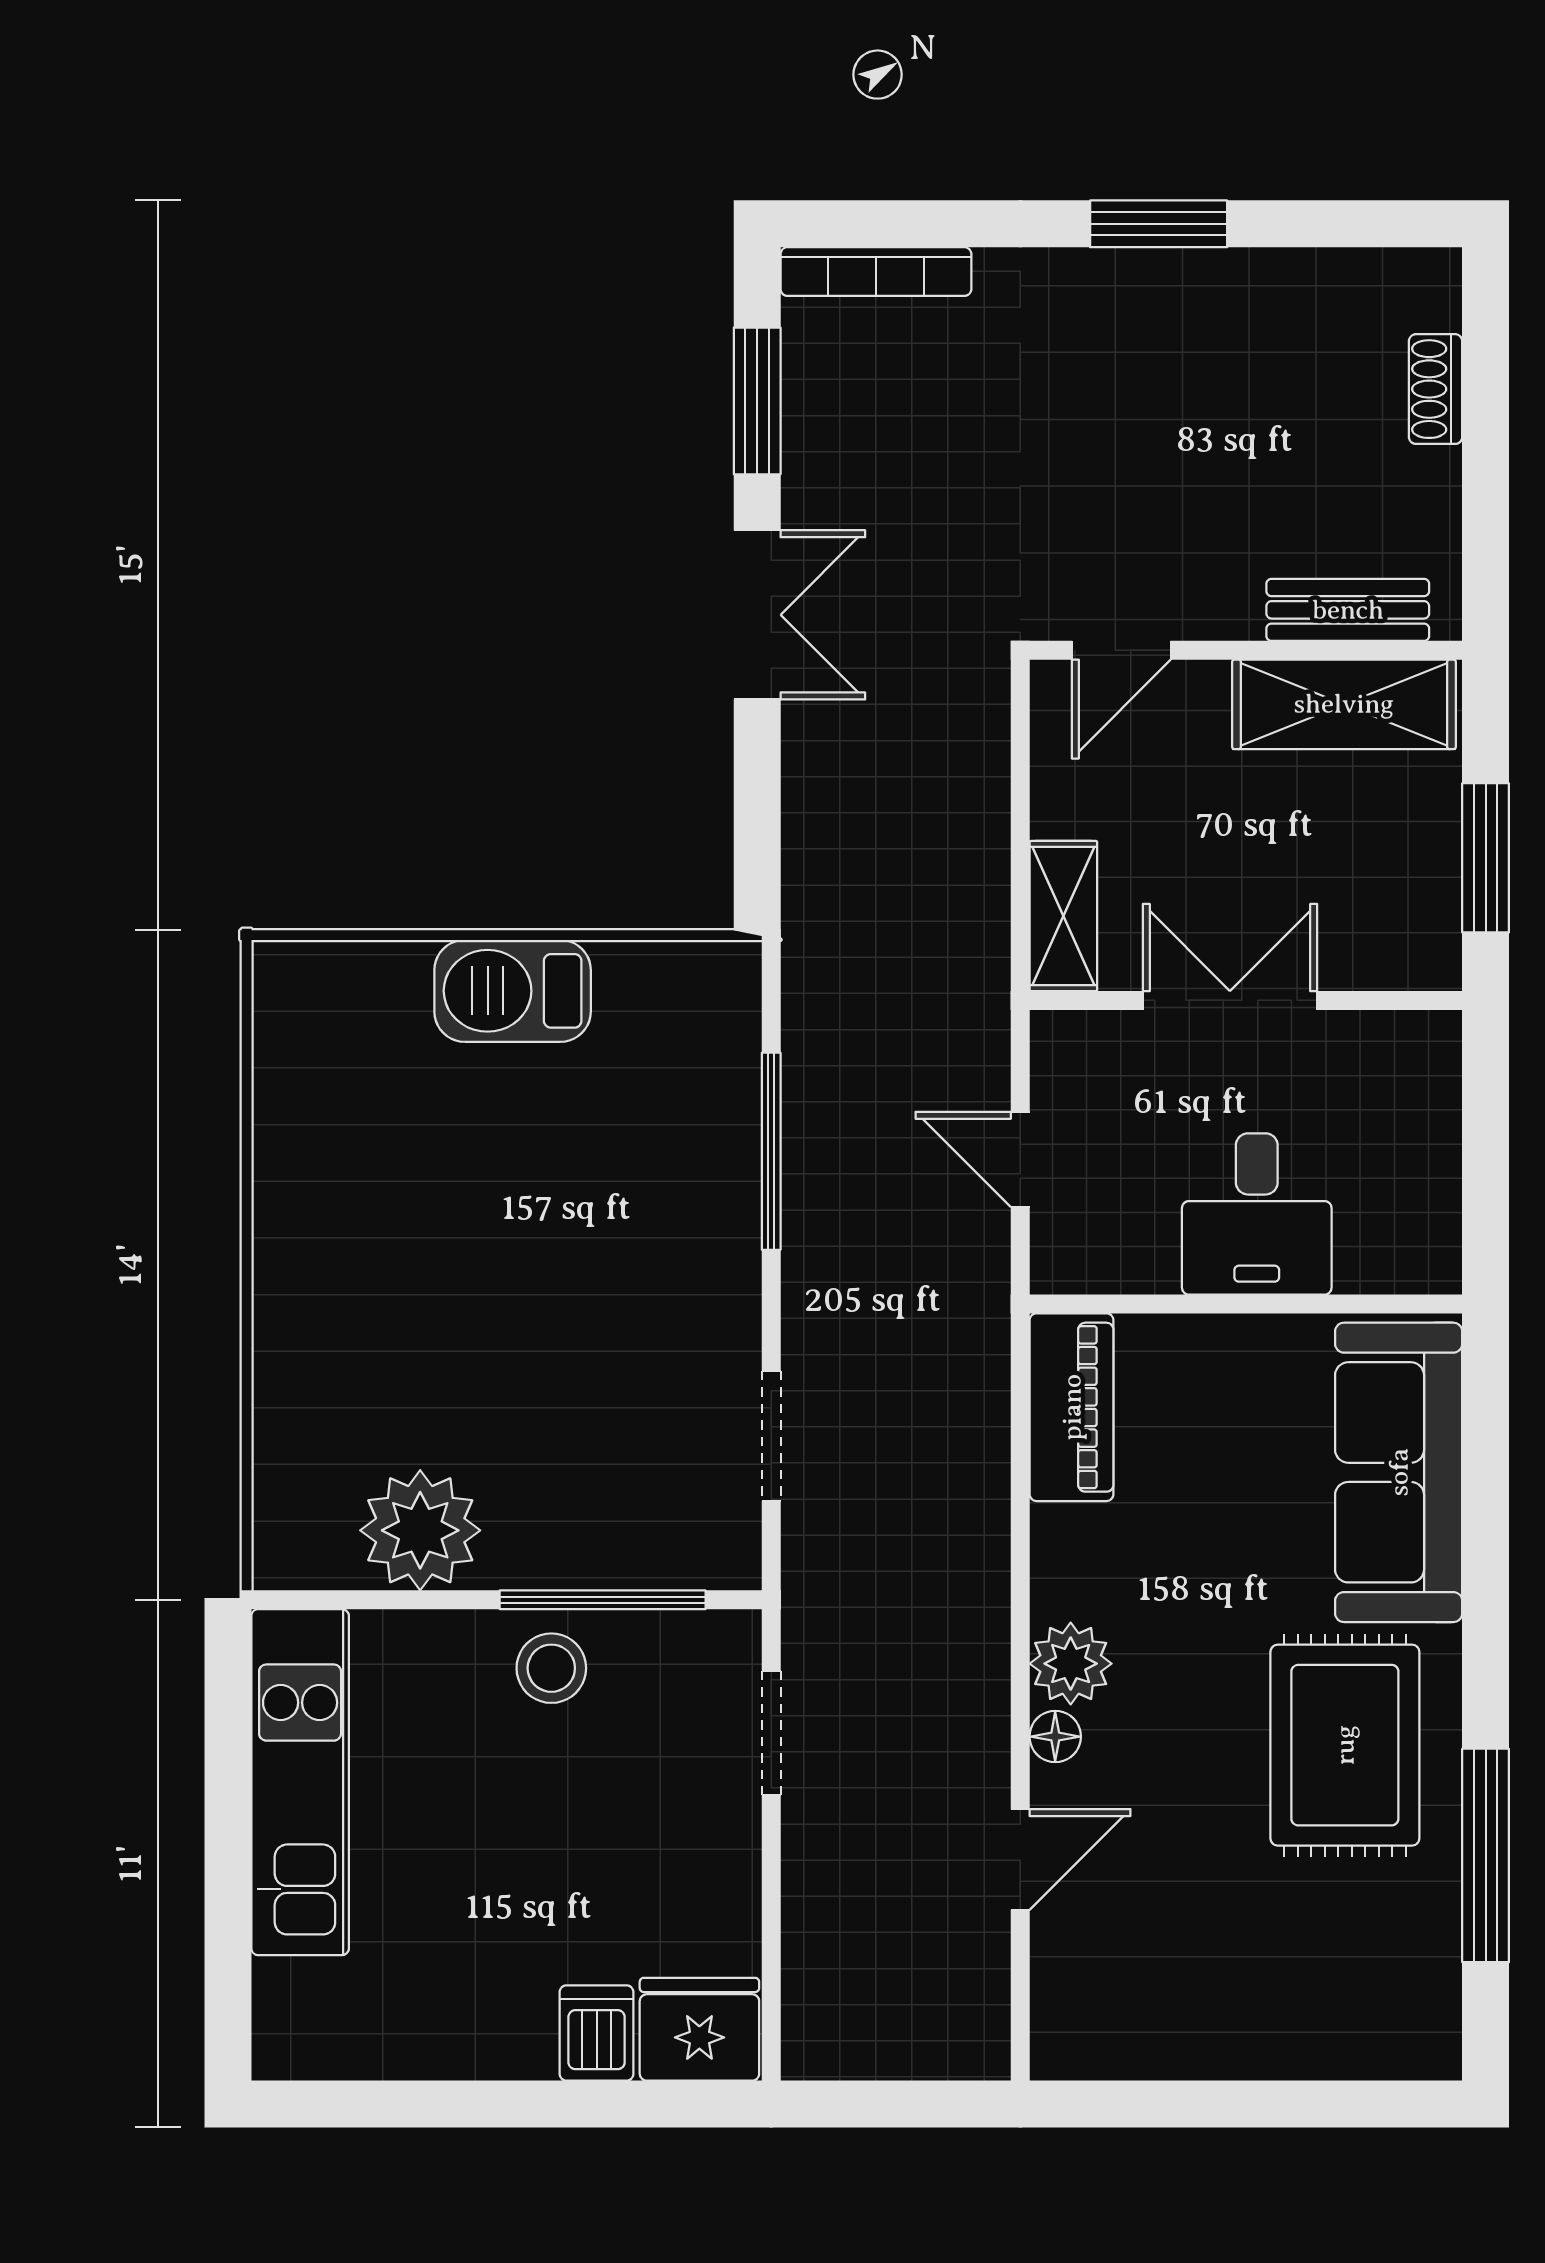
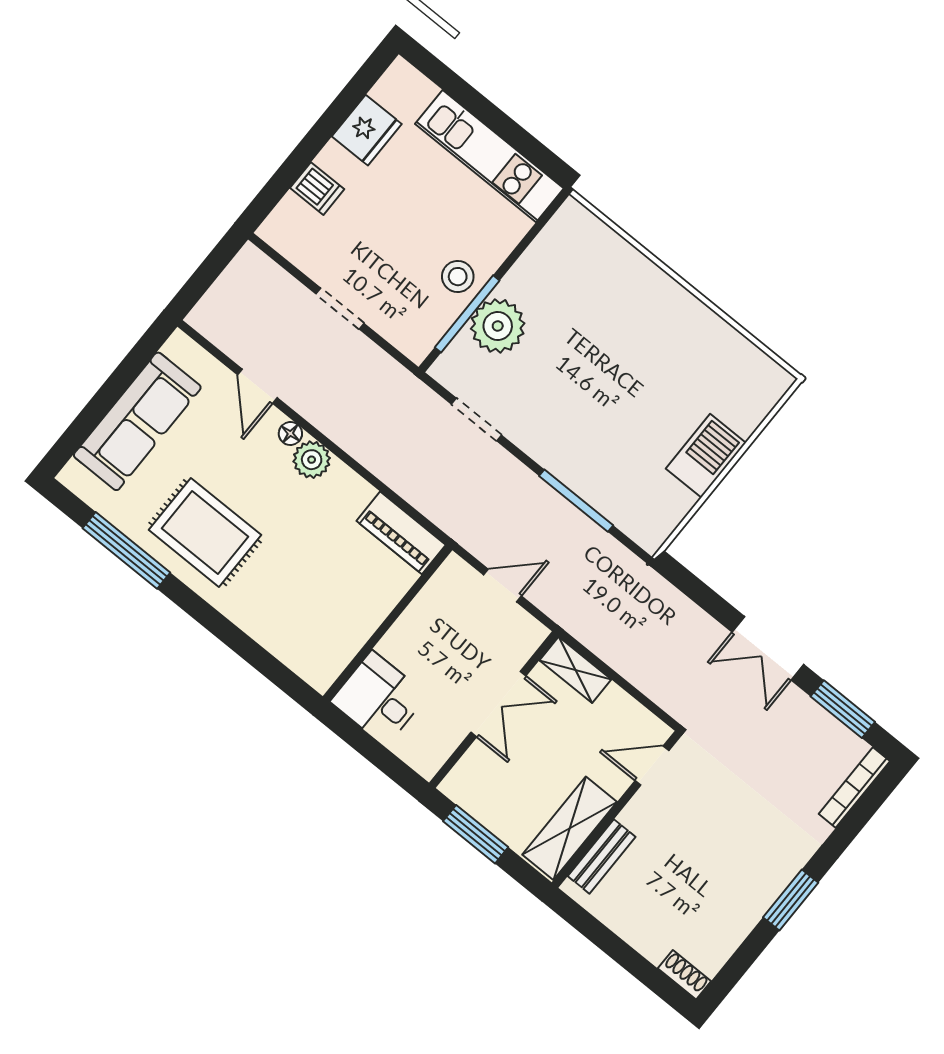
shoe rack: (1436, 389) -> (684, 975), moved
door: (1121, 650) -> (652, 766), hinge flipped
desk: (1257, 1214) -> (379, 698), moved
sofa: (1399, 1472) -> (137, 421), moved, turned 90
plant: (420, 1530) -> (498, 326), moved
doorway: (771, 1733) -> (340, 309), moved
fridge: (699, 2029) -> (367, 130), moved

